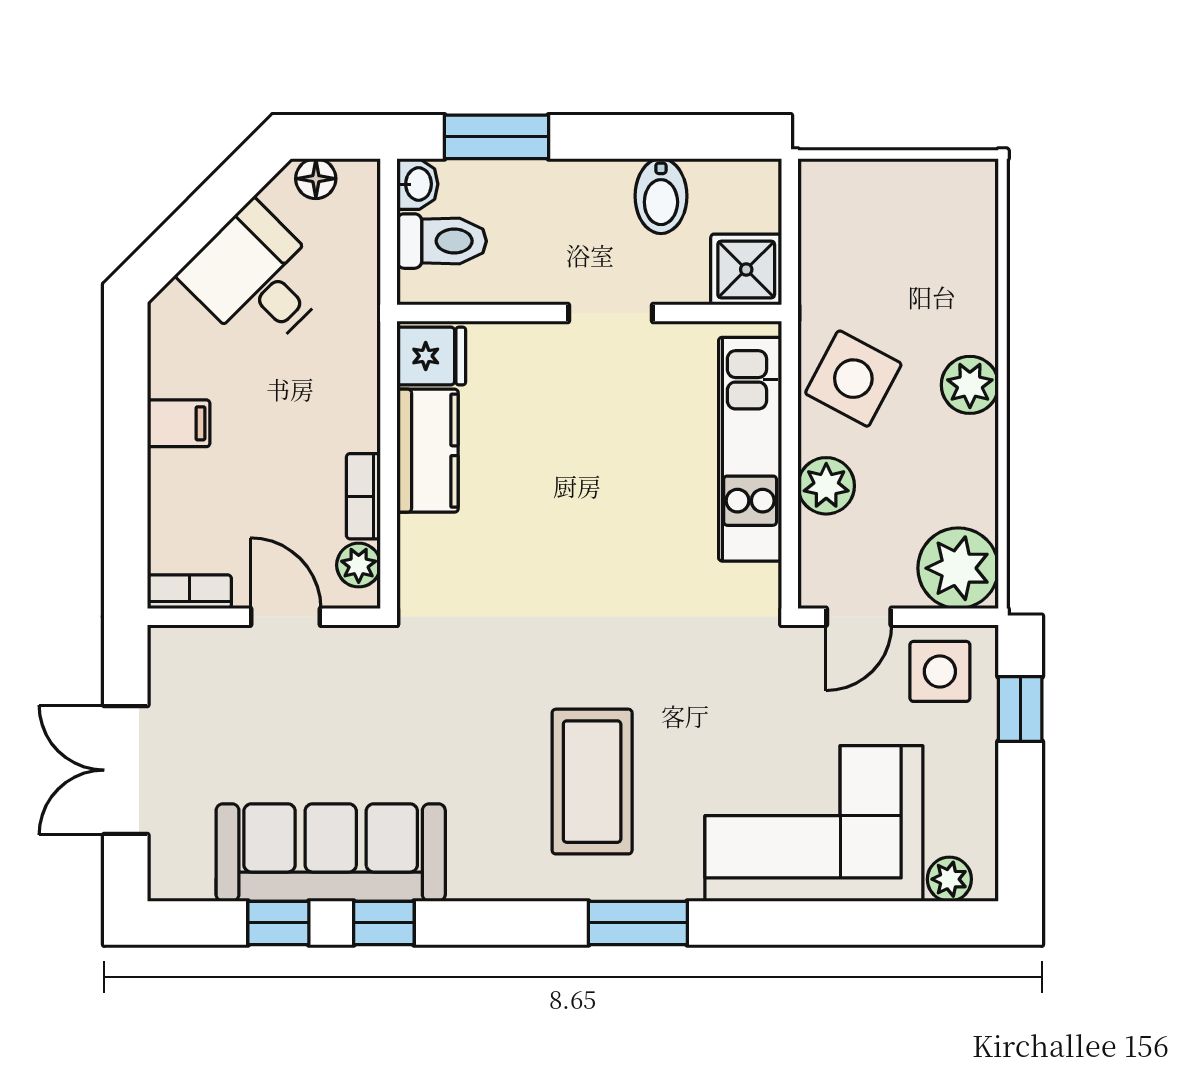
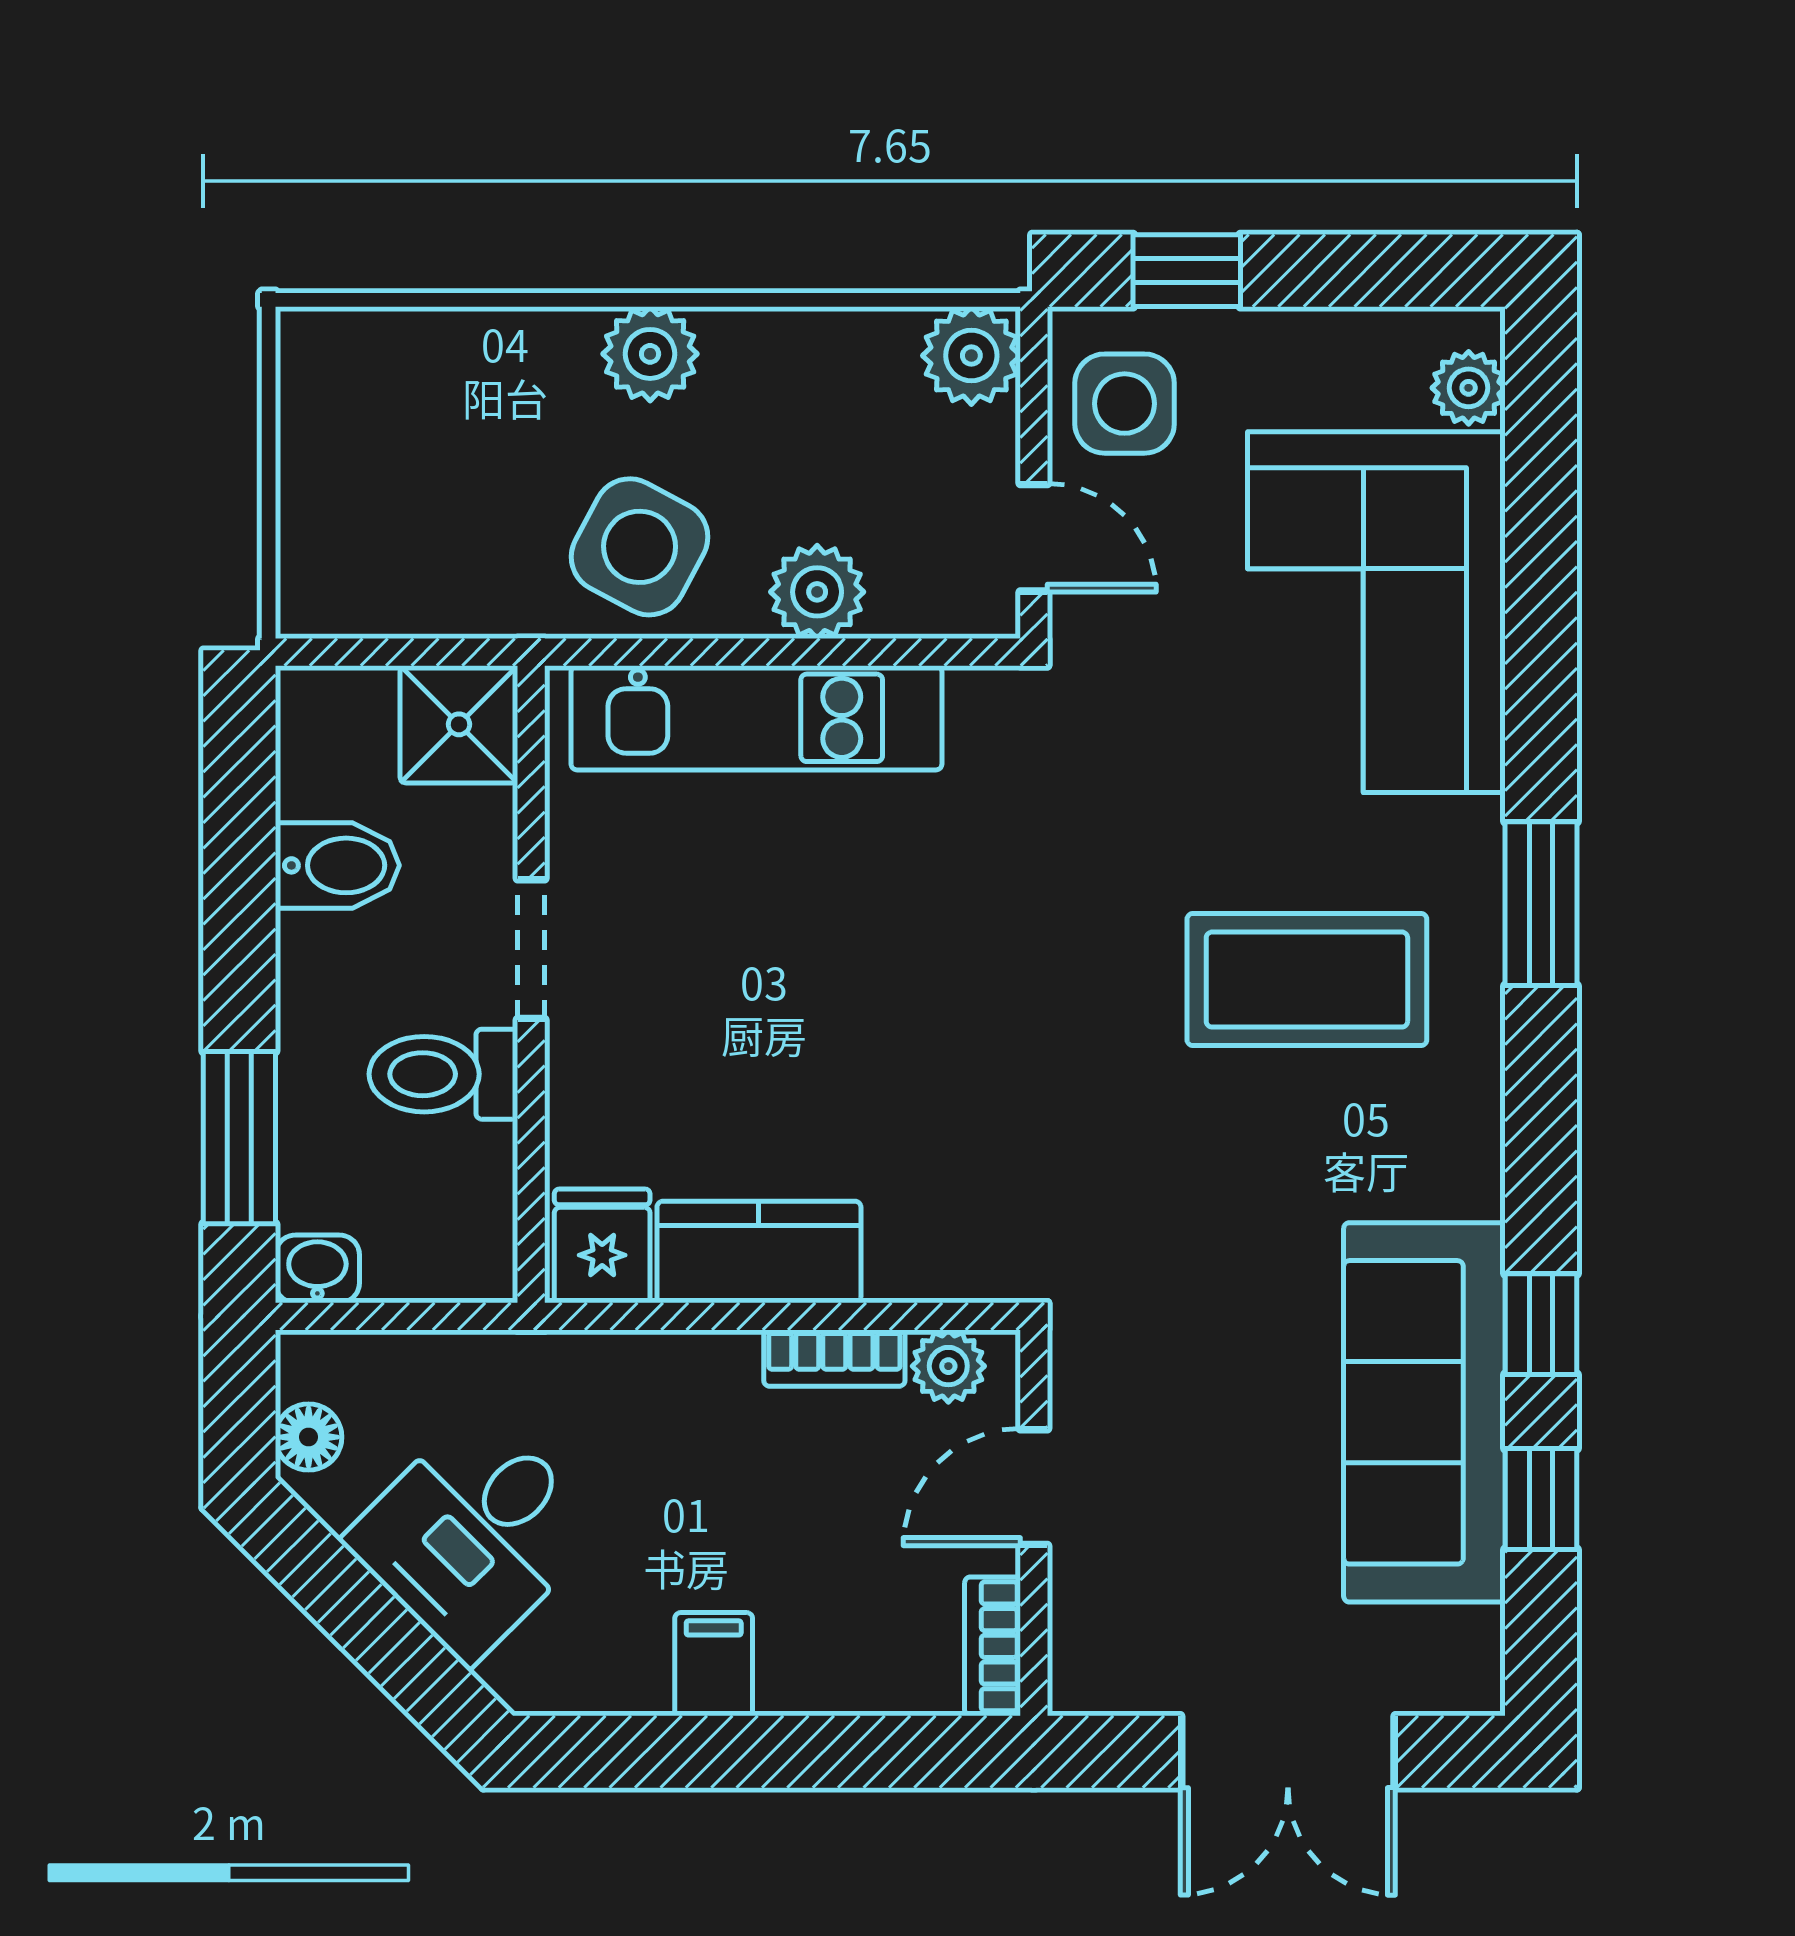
toilet: (442, 241) -> (443, 1074), moved, turned -90
plant: (958, 568) -> (971, 356), width x0.73, depth x0.73

